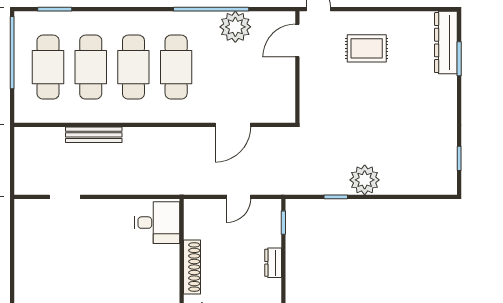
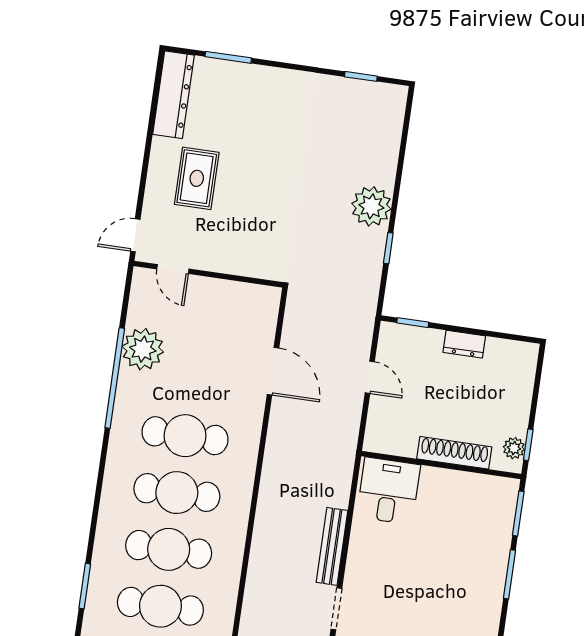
door: (297, 41) -> (173, 269), width x0.73
dresser: (446, 43) -> (173, 95), moved, turned -90
bench: (94, 135) -> (332, 546), moved

